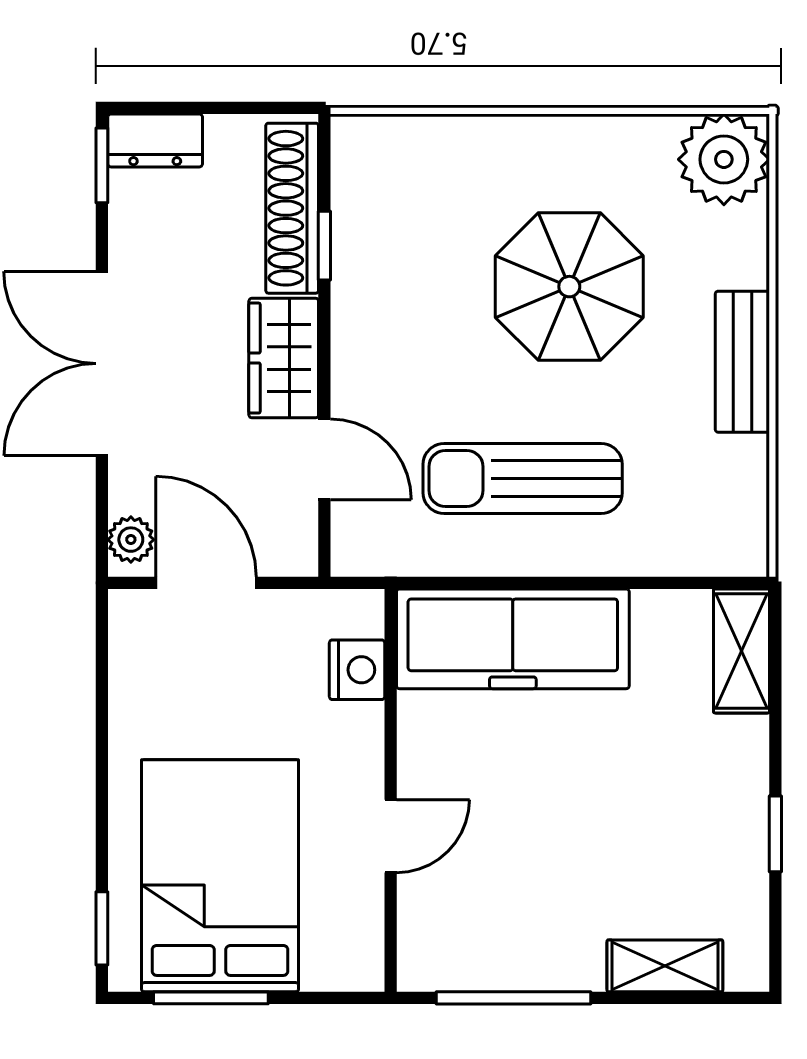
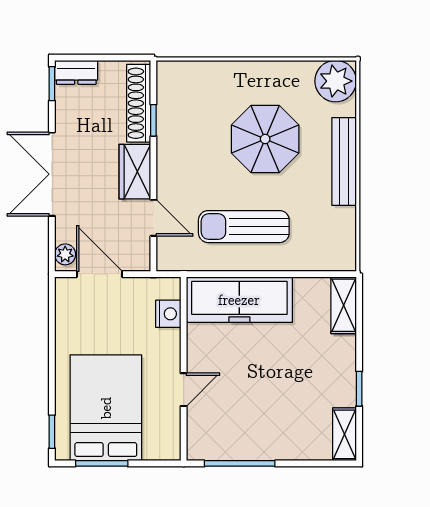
bench: (742, 362) -> (344, 162), width x1.36
shelving: (665, 966) -> (345, 434), moved, turned 90

